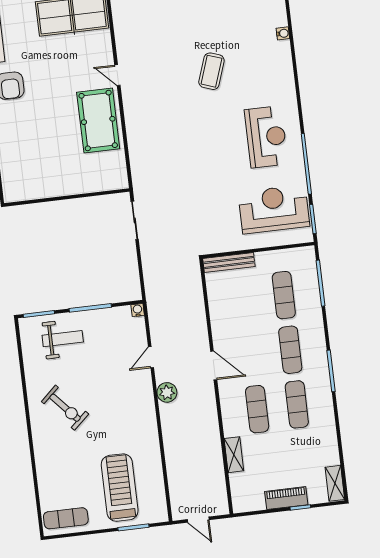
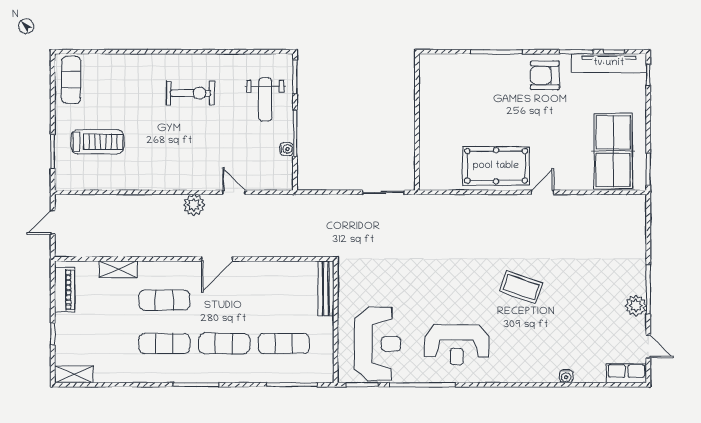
coffee table: (211, 71) -> (521, 287), moved
water cooler: (138, 310) -> (287, 149), moved
exercise bike: (65, 408) -> (190, 93), turned -138
treadmill: (120, 488) -> (97, 142), width x0.73, depth x0.73
piano: (286, 498) -> (65, 290), moved

